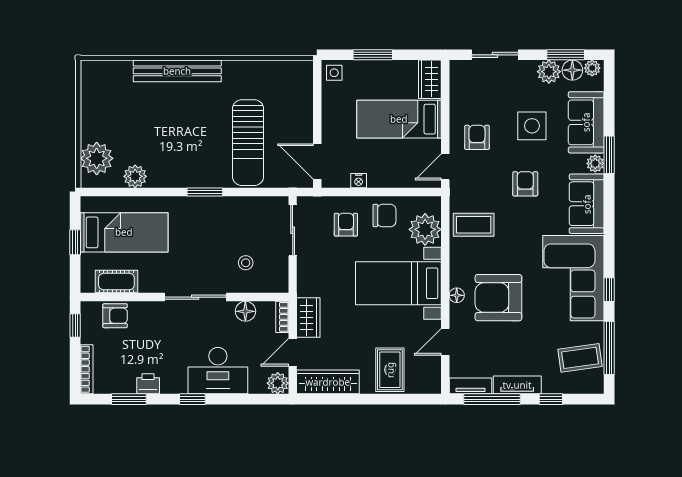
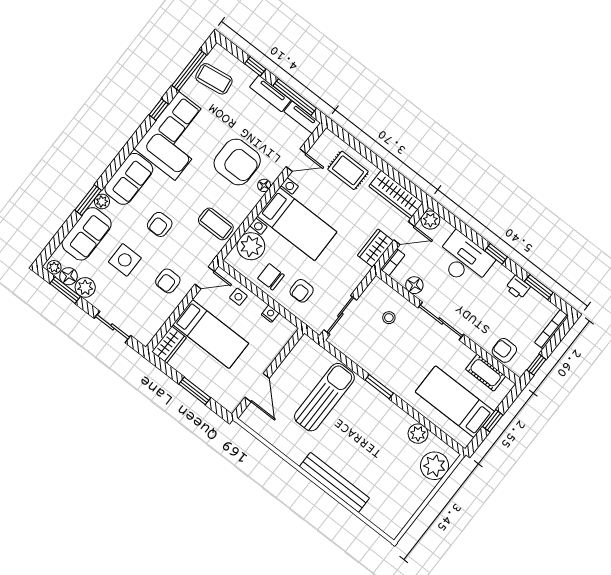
side table: (334, 73) -> (238, 297), moved
door: (317, 161) -> (257, 388), moved
rug: (390, 370) -> (348, 170), turned 90

